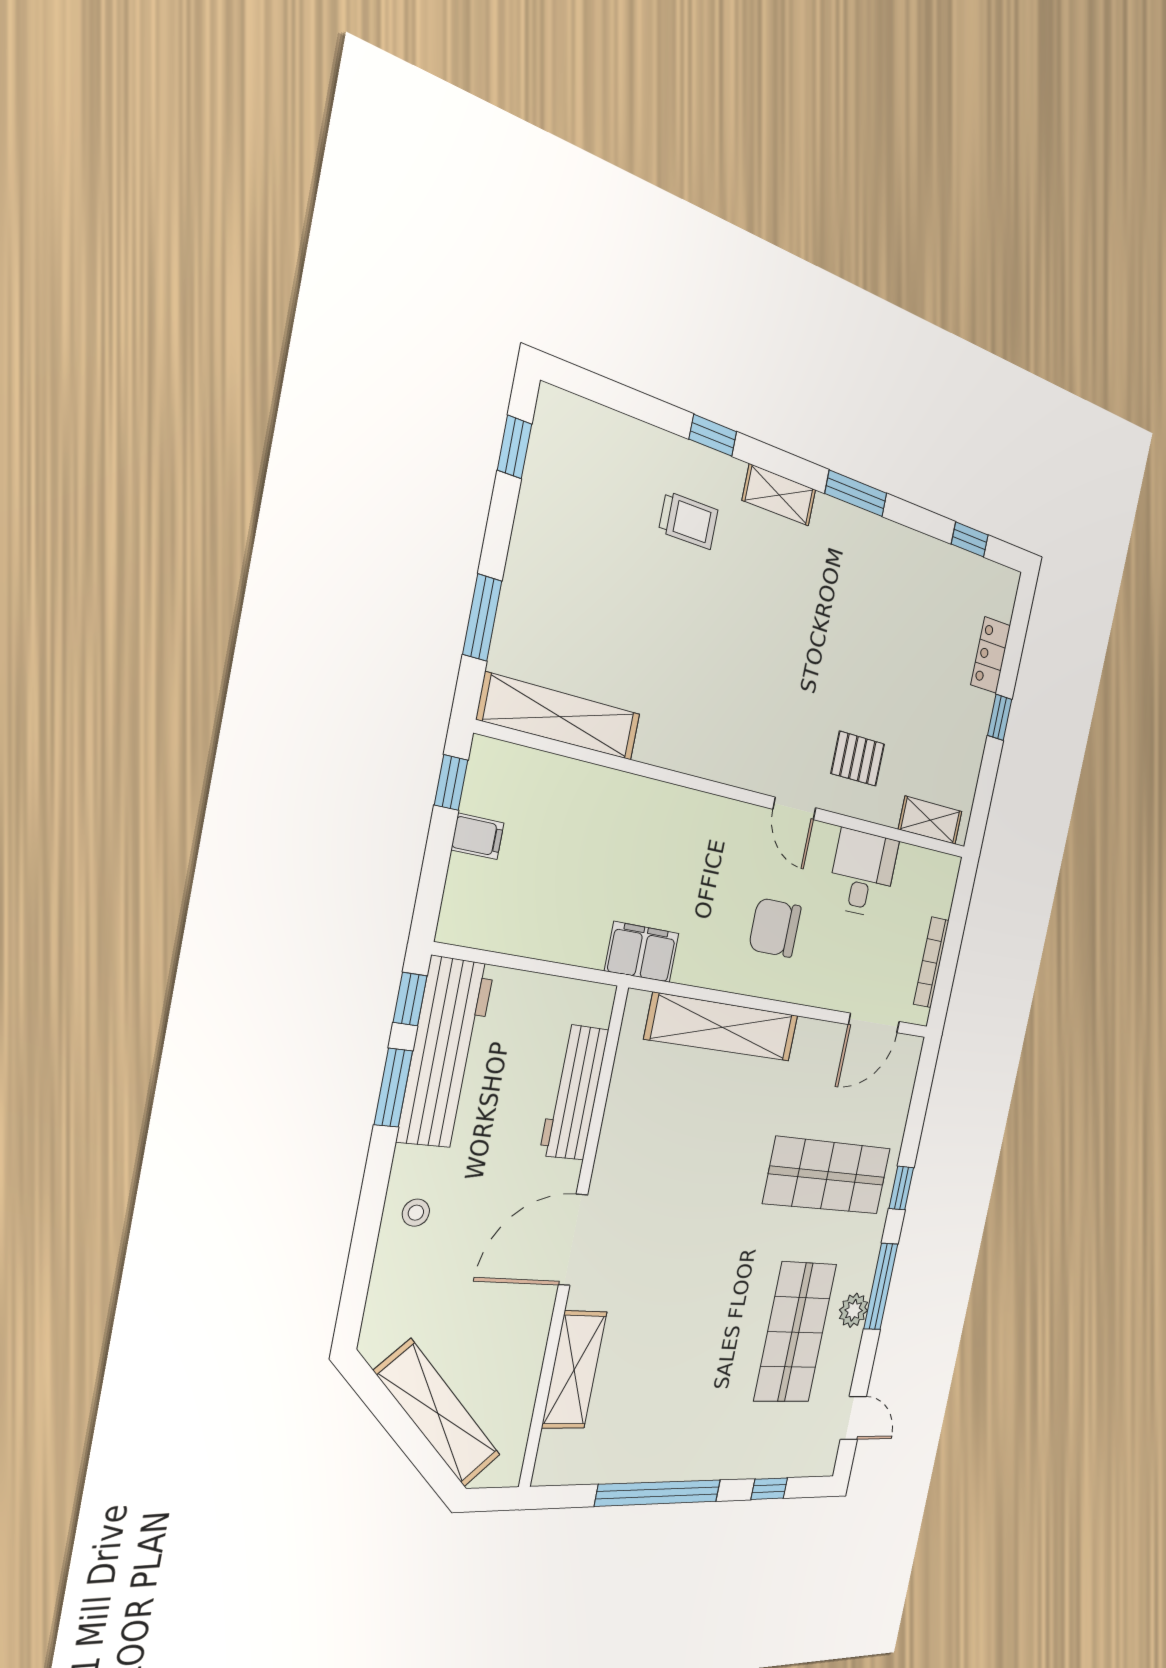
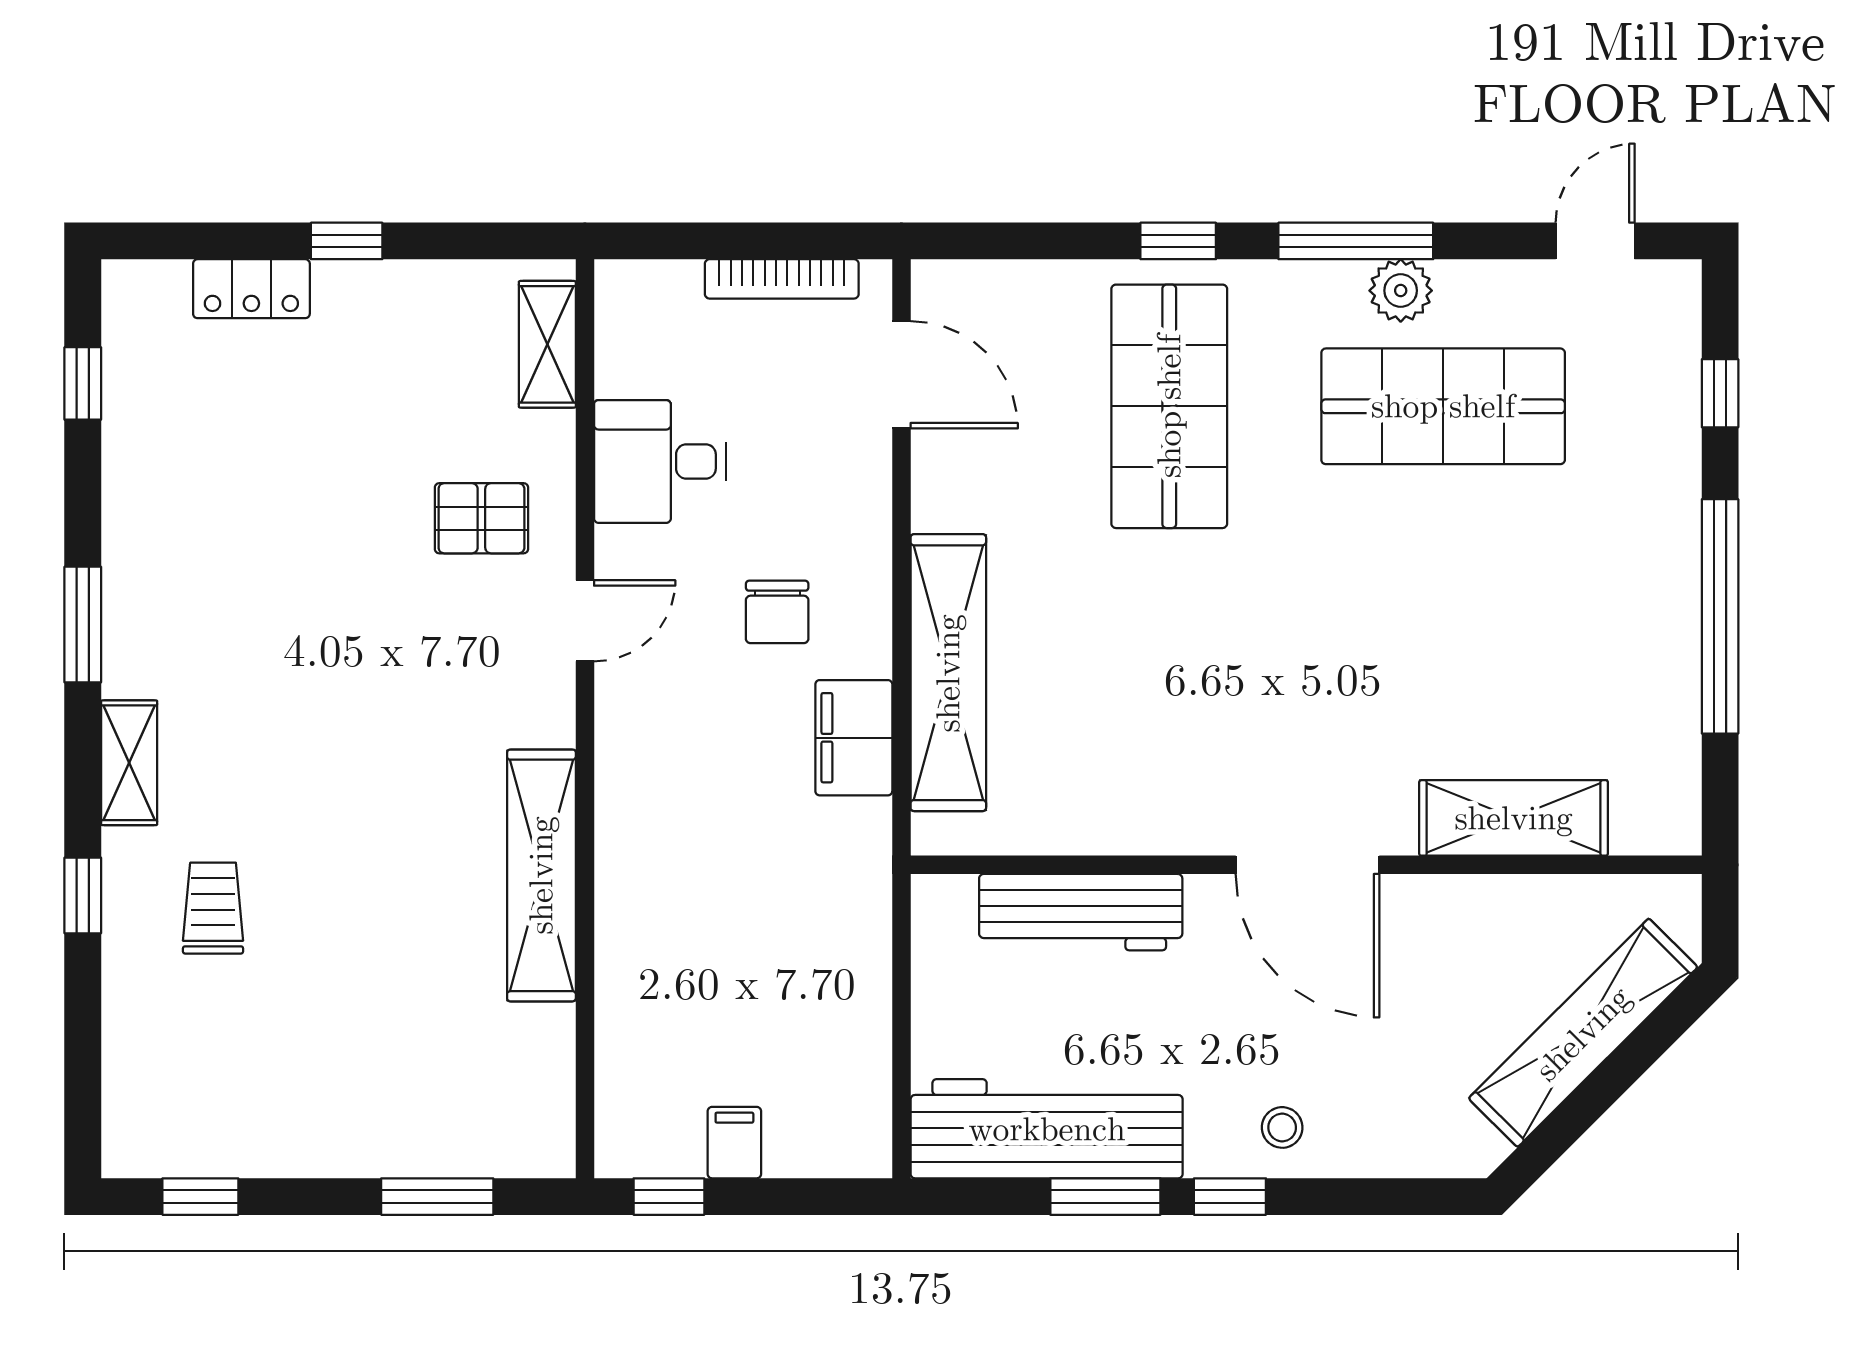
shelving: (560, 717) -> (541, 875), moved
pallet: (858, 759) -> (481, 518), turned 90
chair: (775, 928) -> (777, 612), width x0.73, depth x0.73
filing cabinet: (642, 952) -> (854, 738), moved
window: (410, 999) -> (1230, 1197), moved

